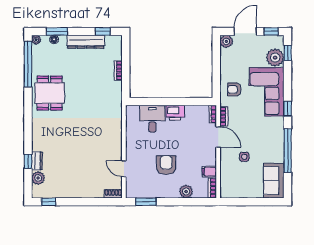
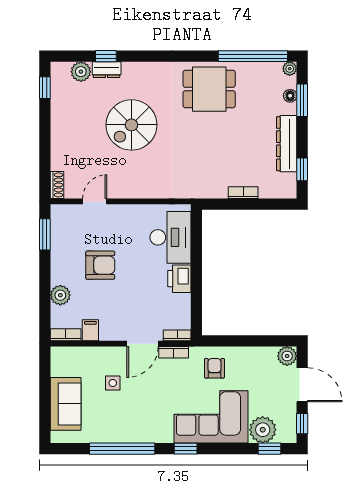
desk: (152, 119) -> (170, 237), width x1.37
spiral stairs: (73, 144) -> (131, 125), added
sofa: (274, 181) -> (66, 404), moved, turned 90

